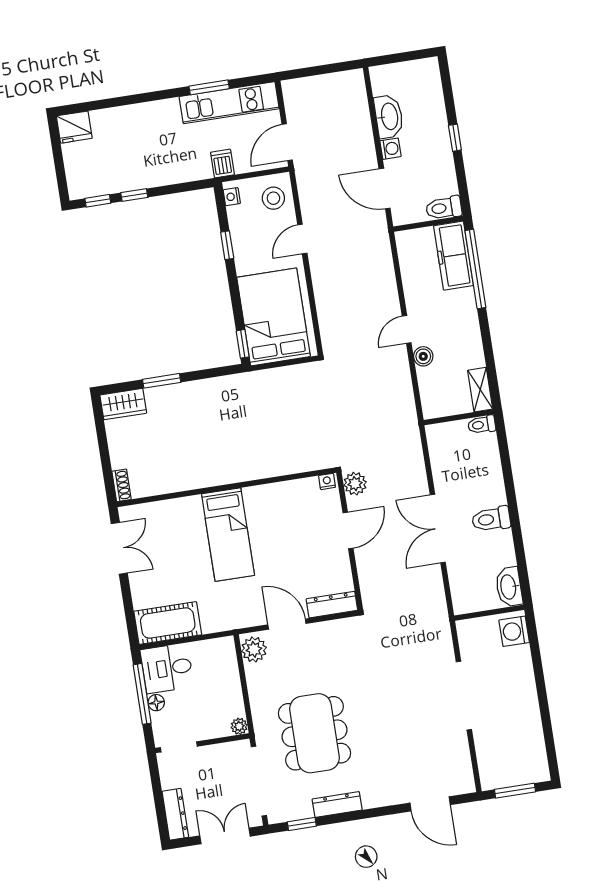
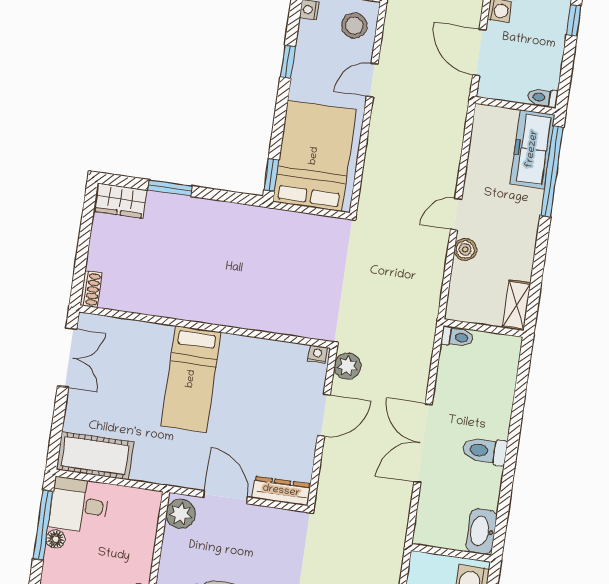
toilet: (444, 208) -> (543, 98), width x0.73, depth x0.72
toilet: (482, 425) -> (457, 337), moved, turned 180

